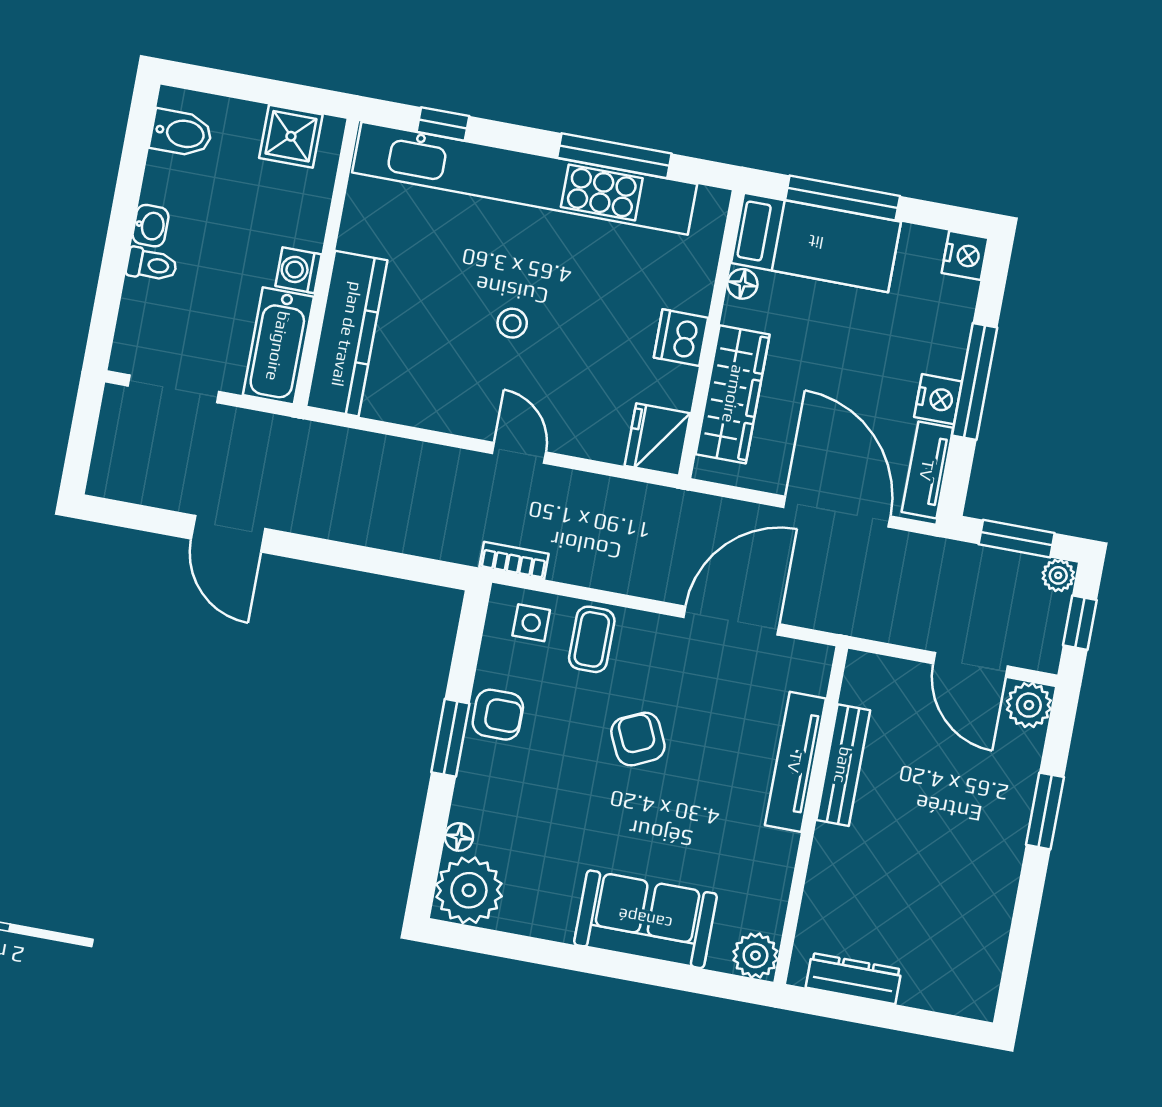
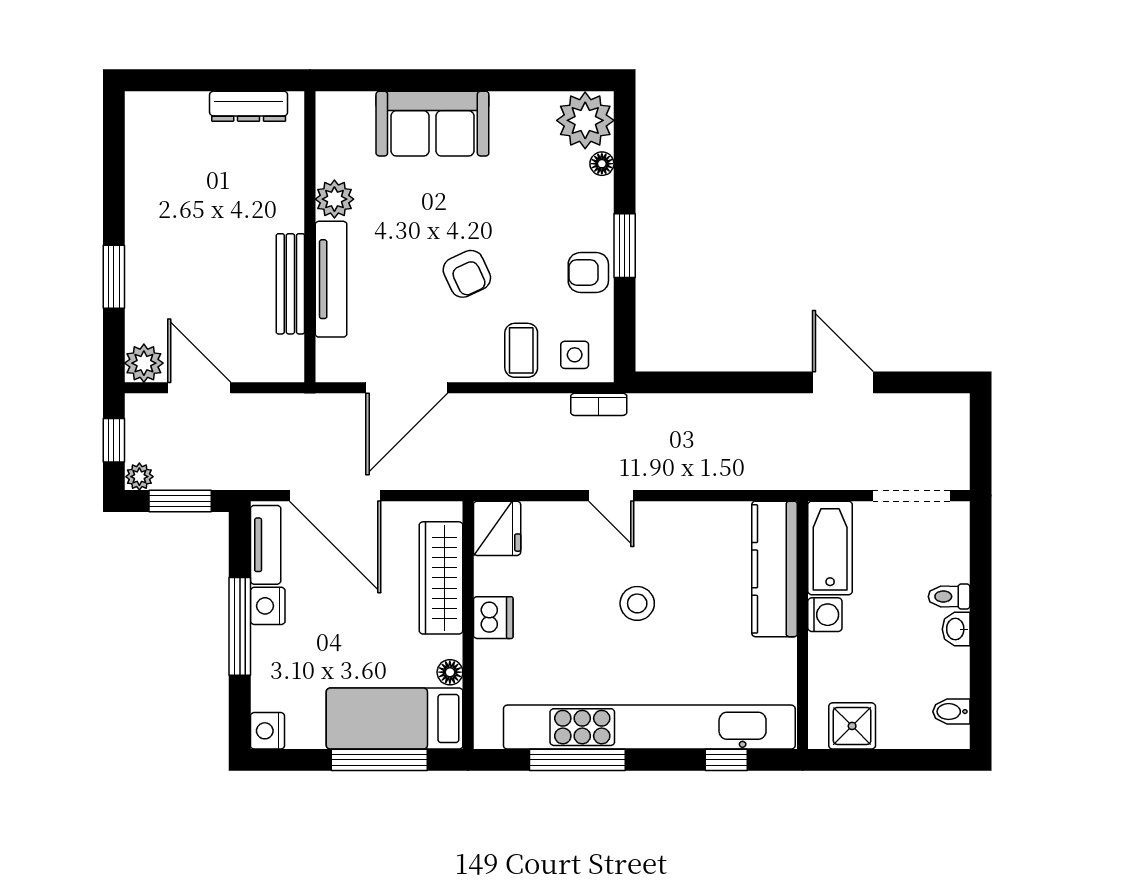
bidet: (181, 133) -> (951, 712), width x0.72, depth x0.74
stool: (512, 323) -> (637, 603), width x1.37, depth x1.37
plant: (755, 956) -> (334, 199), moved

